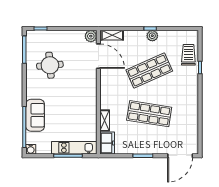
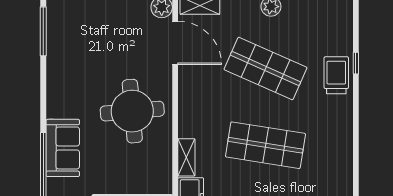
trolley: (188, 55) -> (336, 75), moved
round table: (50, 65) -> (132, 111), moved, width x1.36, depth x1.36
shop shelf: (149, 71) -> (265, 68), turned 48

